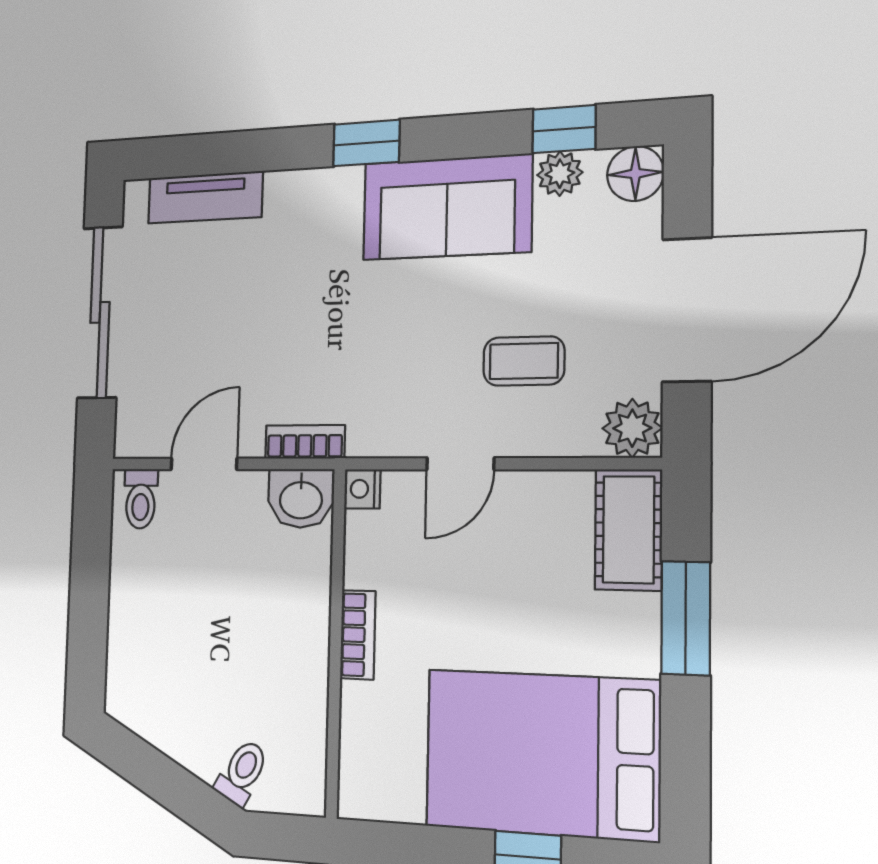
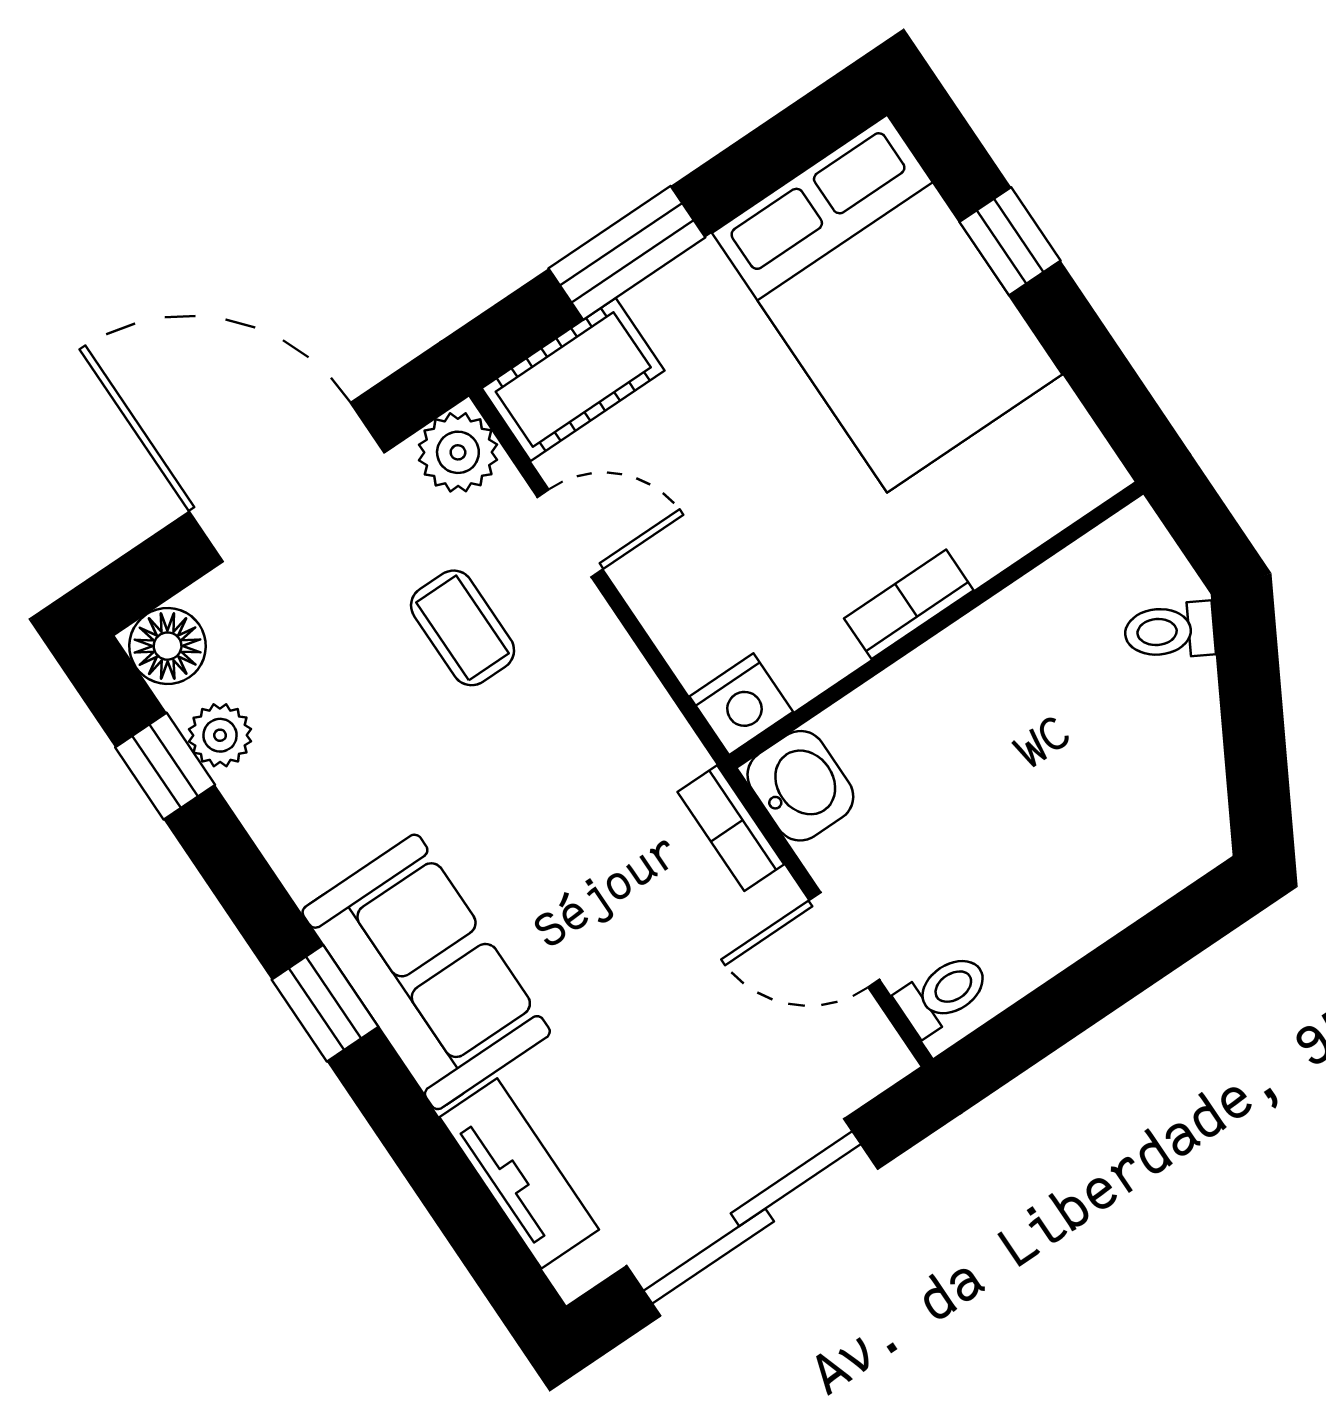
sofa: (447, 207) -> (426, 972), moved
door: (460, 464) -> (570, 533), moved
nightstand: (362, 489) -> (741, 704), width x1.39, depth x1.35

